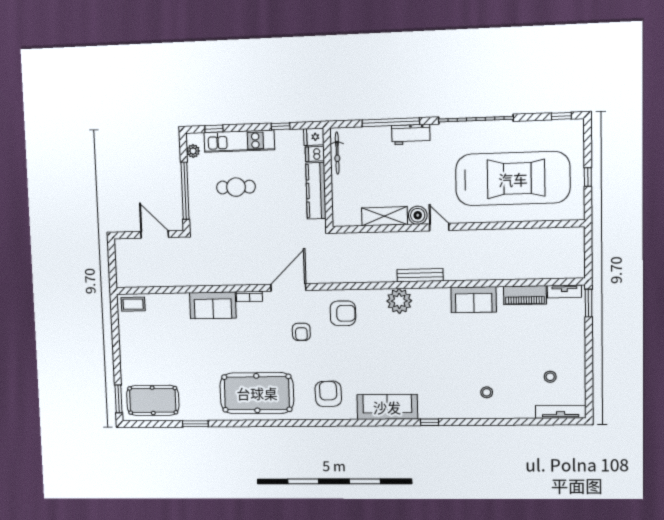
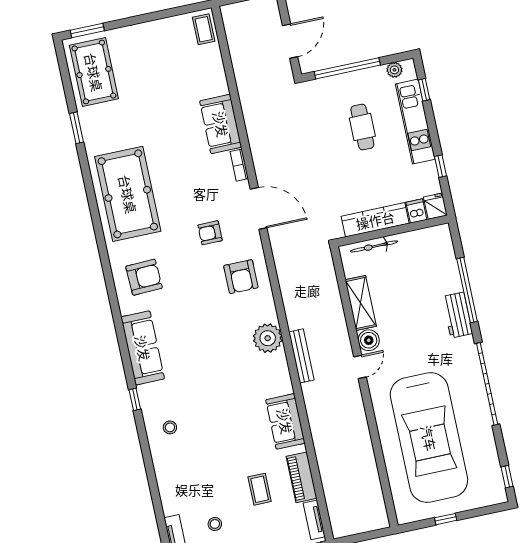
bicycle: (337, 153) -> (374, 246), moved
coffee table: (528, 333) -> (260, 489), added
stool: (487, 392) -> (170, 427), moved

